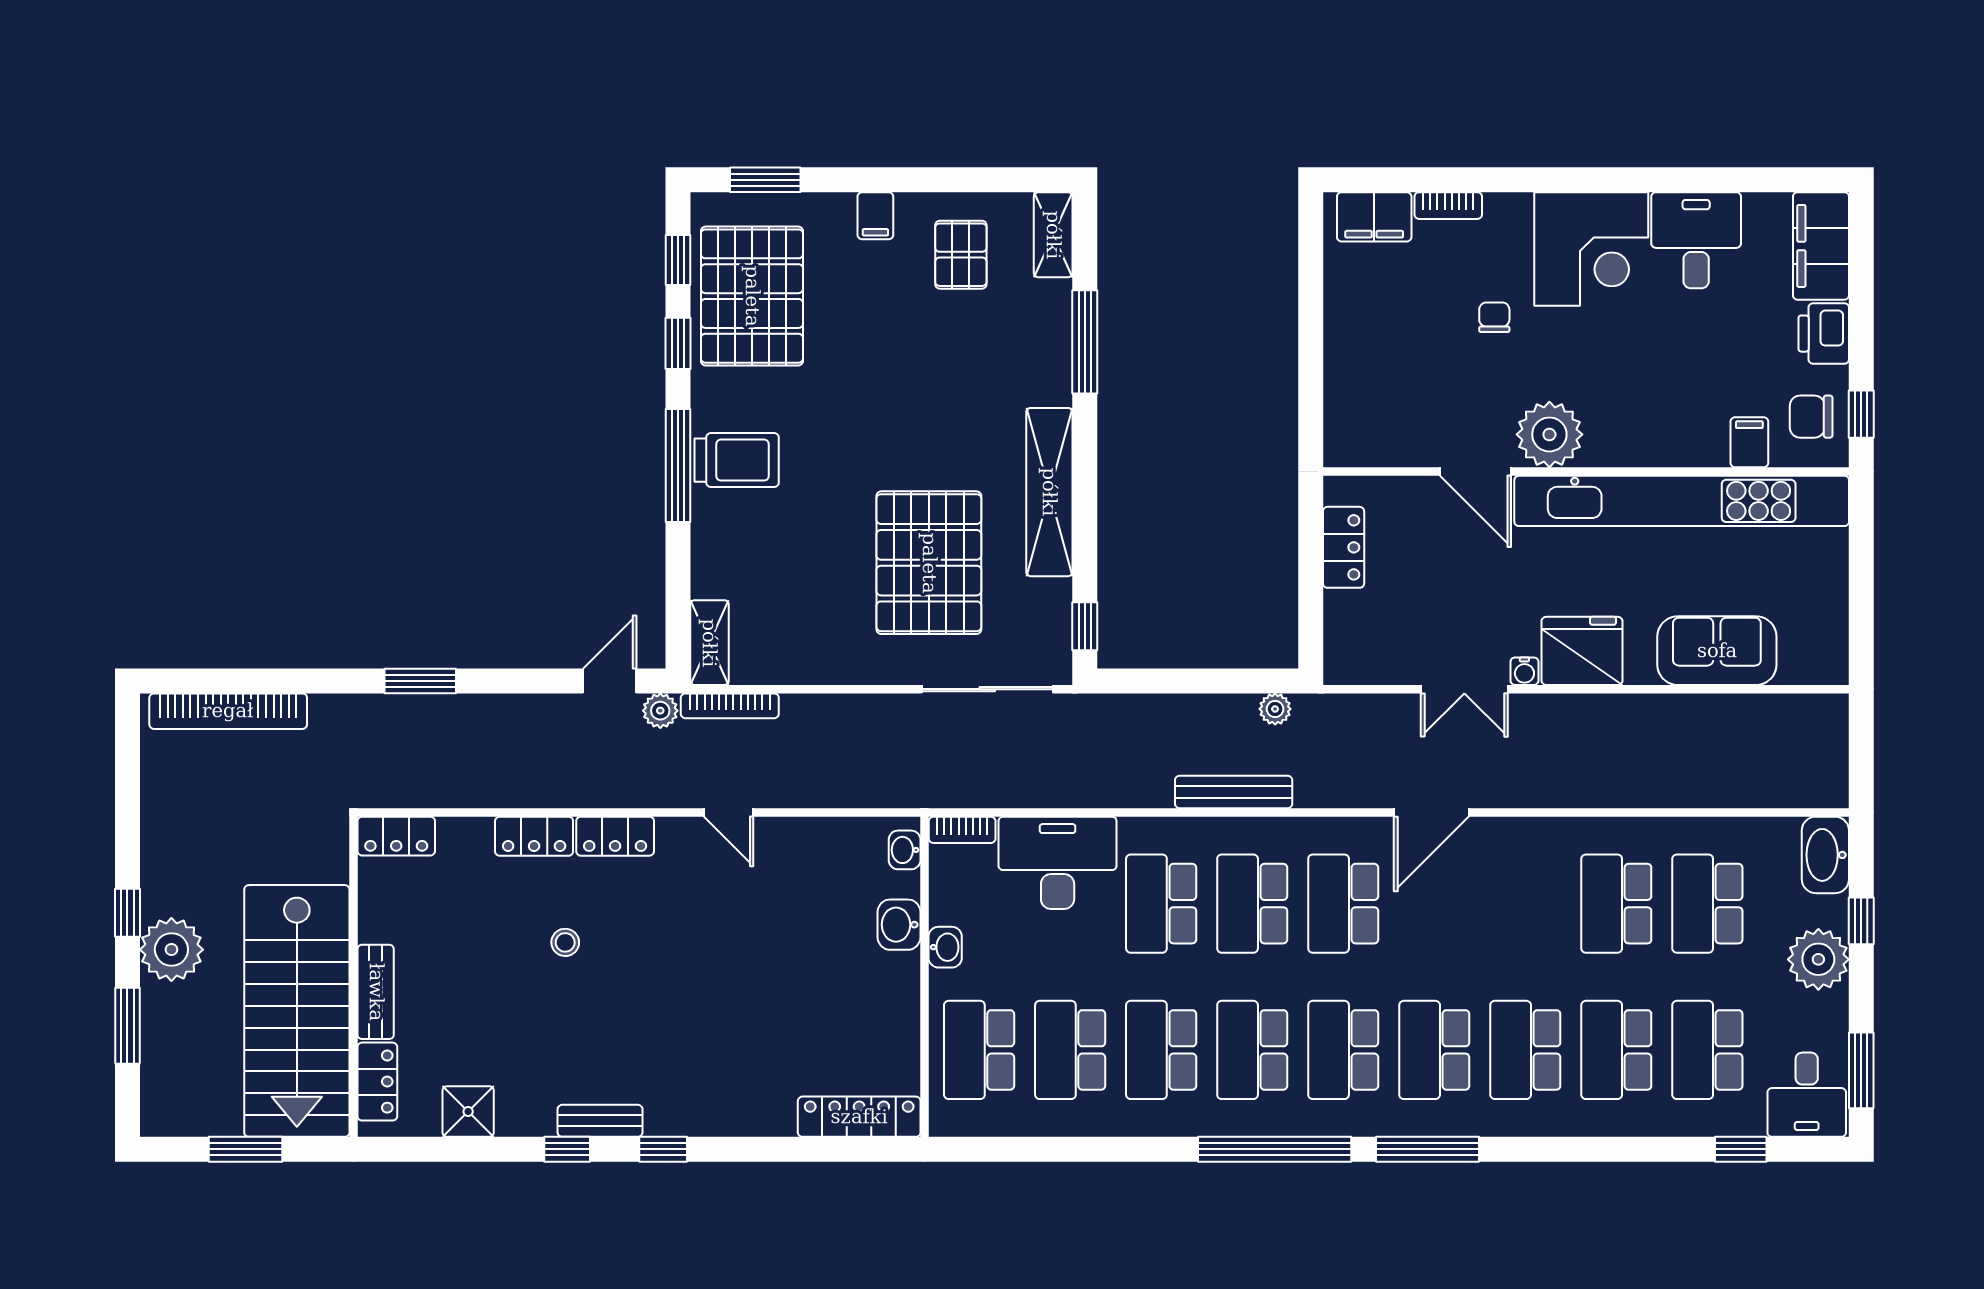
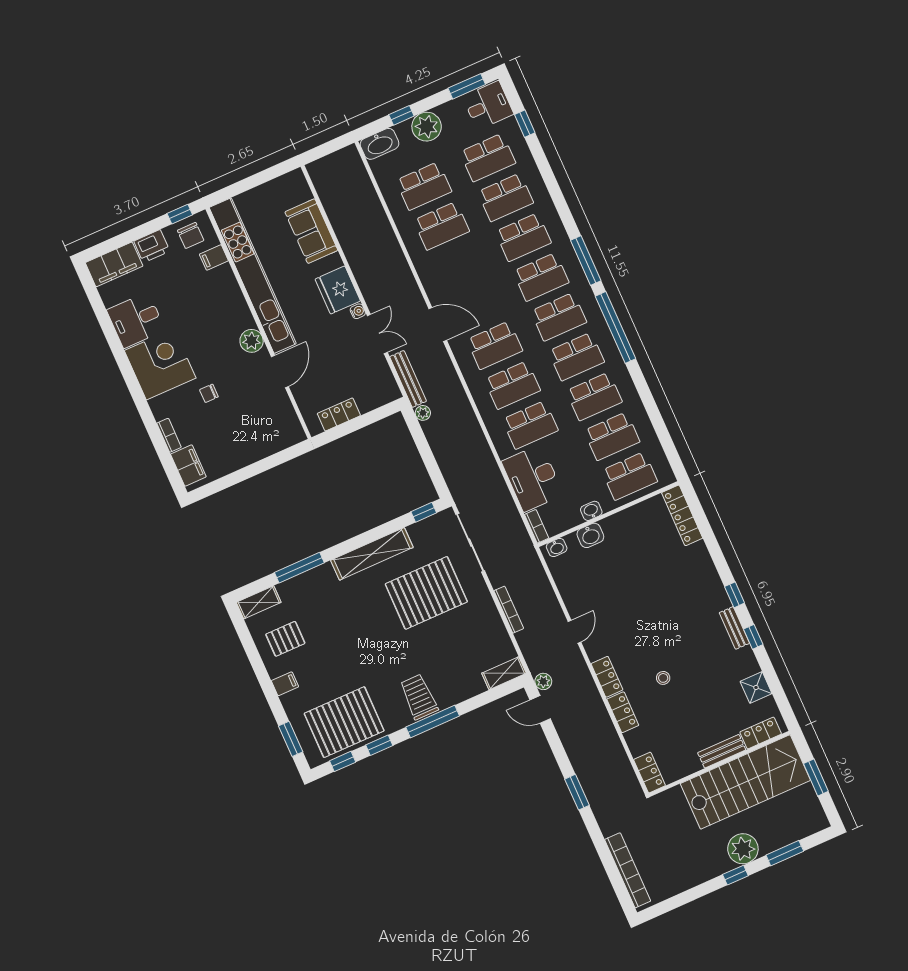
plant: (1549, 434) -> (252, 341), width x0.73, depth x0.73
bookcase: (730, 706) -> (509, 610), moved
bench: (1234, 792) -> (408, 379), moved

